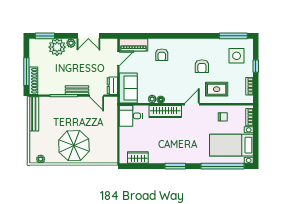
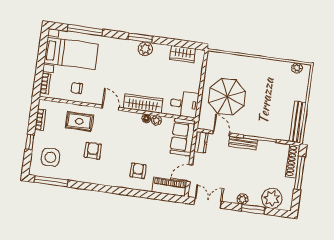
window: (45, 36) -> (253, 209), moved
double door: (88, 36) -> (208, 203), moved
plant: (57, 47) -> (272, 198), moved
door: (192, 104) -> (111, 108), swing flipped
parasol: (74, 146) -> (227, 97), moved
plant: (170, 158) -> (145, 49), added
window: (222, 166) -> (85, 30), width x0.68

